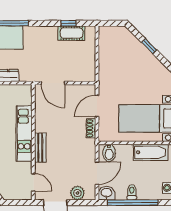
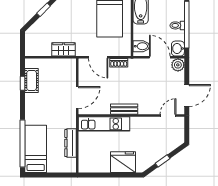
wardrobe: (106, 68) -> (63, 49), added
kitchen unit: (24, 133) -> (104, 124), moved
bench: (40, 148) -> (124, 109), moved
plant: (77, 193) -> (178, 65), moved

